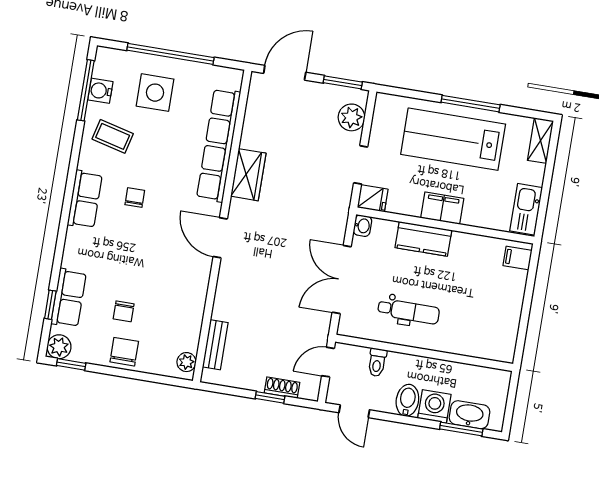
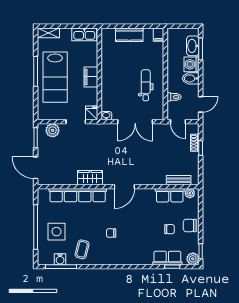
row of seats: (85, 199) -> (170, 195), moved, turned 180
kitchen counter: (423, 239) -> (129, 35), moved, turned 90
filing cabinet: (518, 258) -> (158, 35), moved

